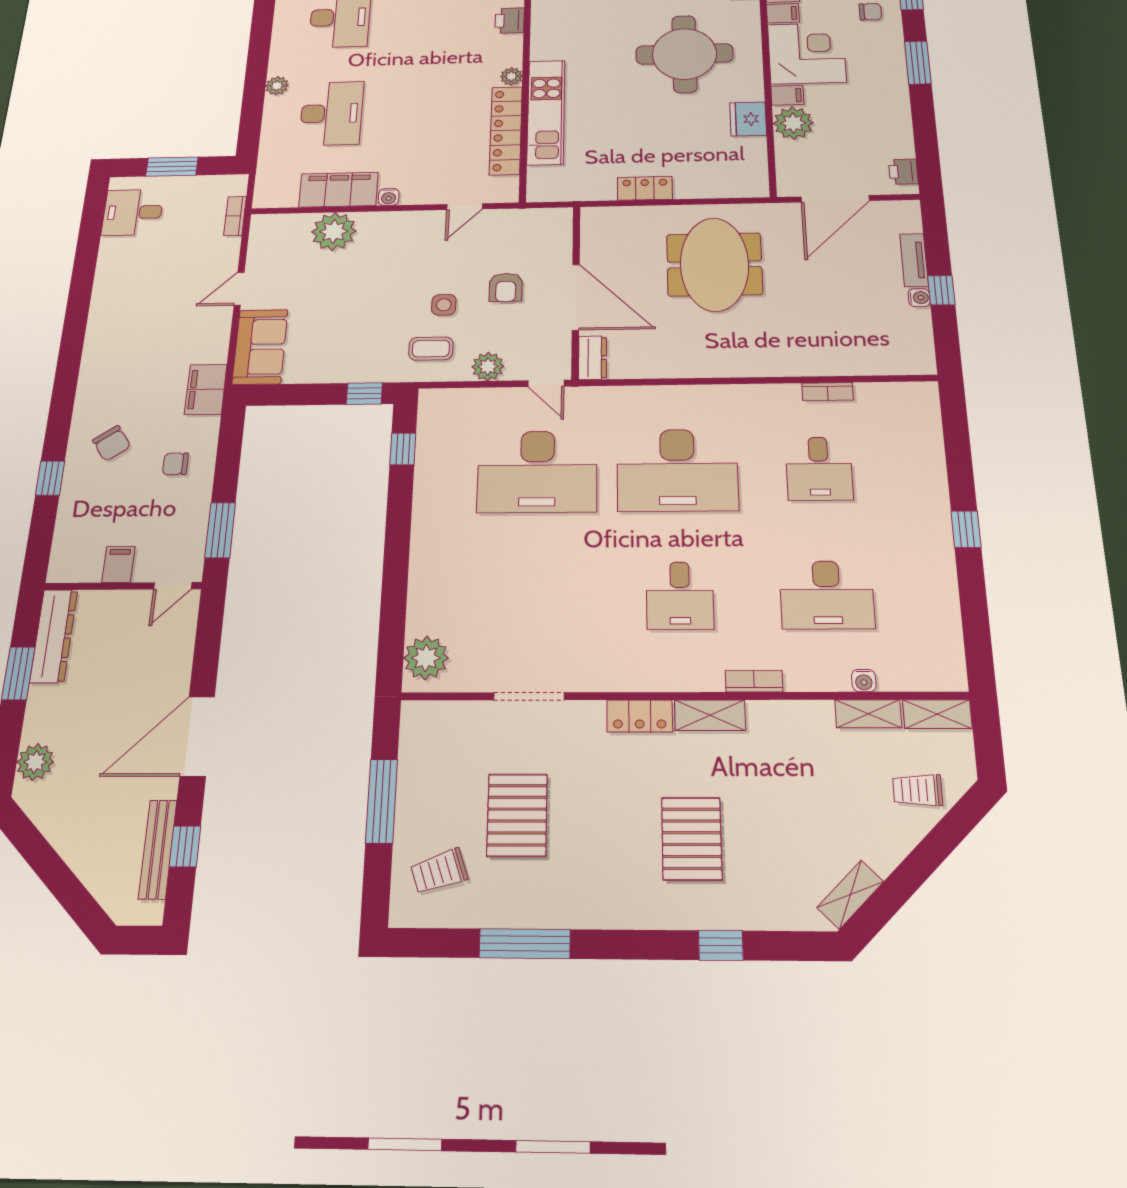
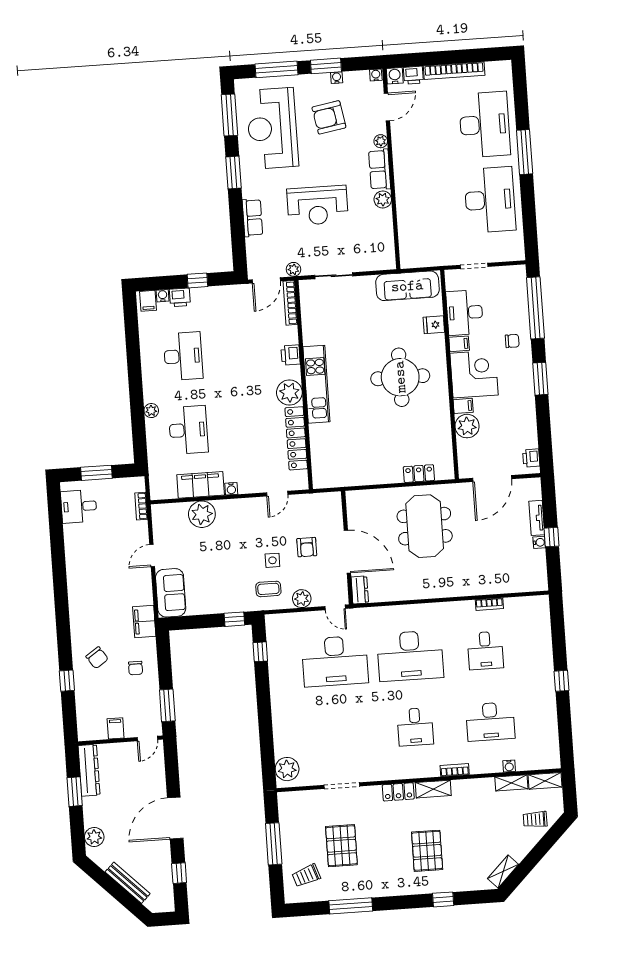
plant: (511, 76) -> (289, 393), width x1.87, depth x1.87
kitchen unit: (546, 112) -> (316, 384), moved
fridge: (748, 119) -> (440, 424), removed
locker: (645, 188) -> (419, 474), moved
chair: (176, 464) -> (136, 668), turned -90
bench: (158, 849) -> (128, 883), moved, turned -45

